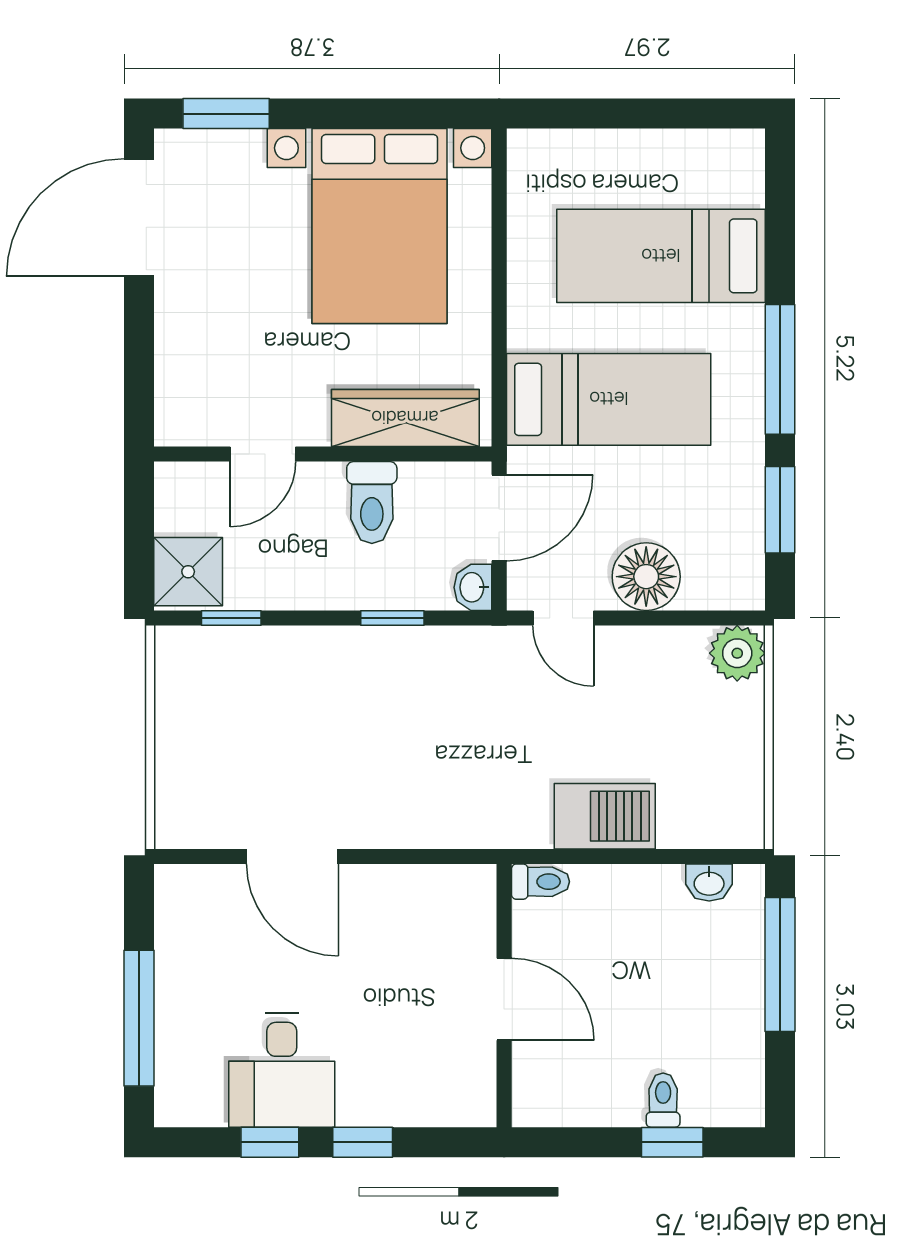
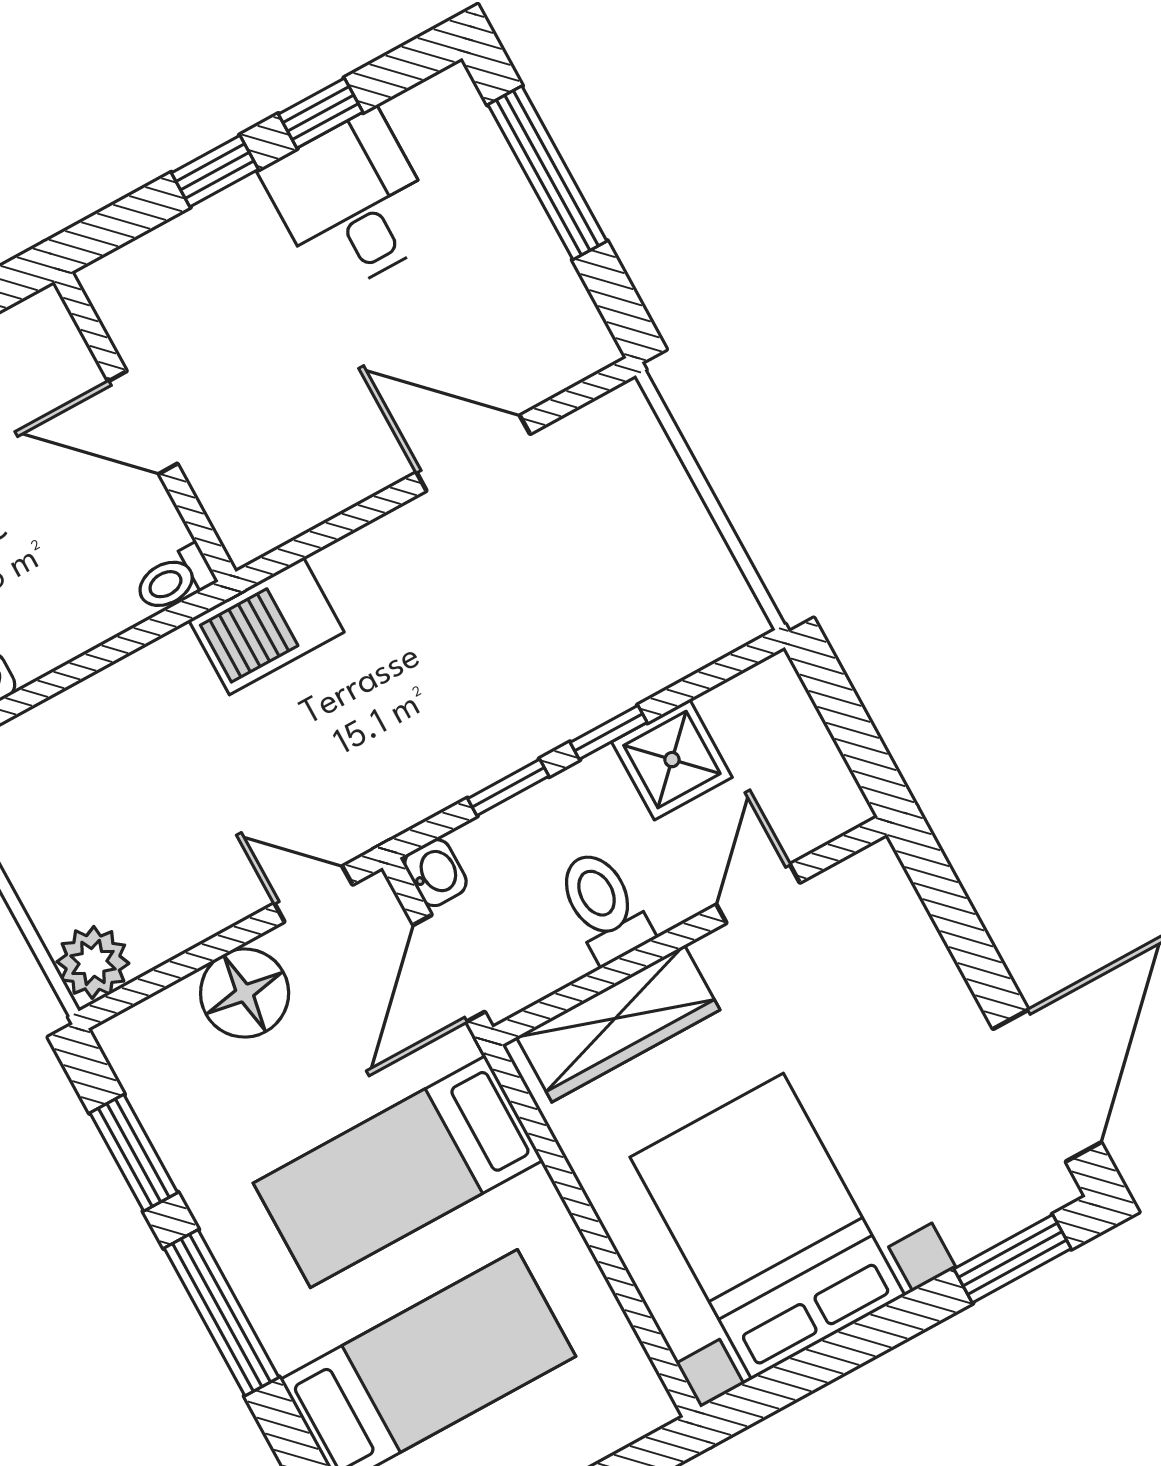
shower: (188, 572) -> (672, 760), moved
window: (231, 618) -> (609, 732), moved
barbecue: (605, 816) -> (266, 626), moved

